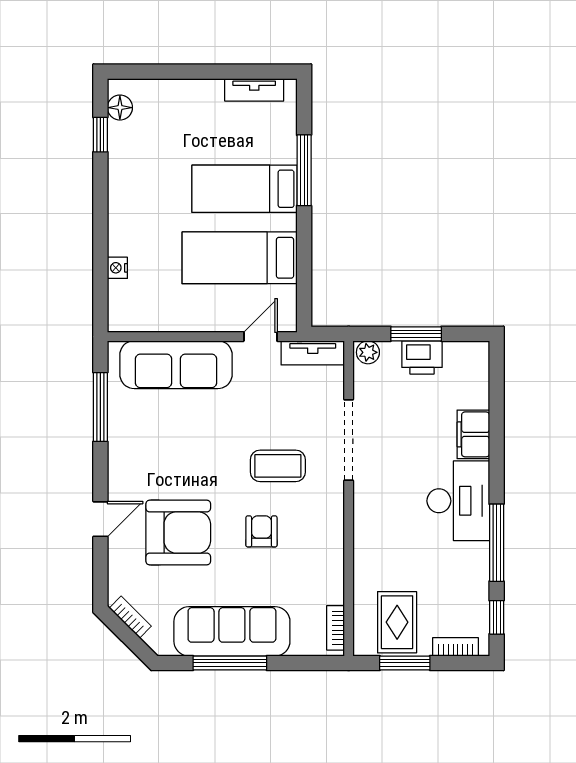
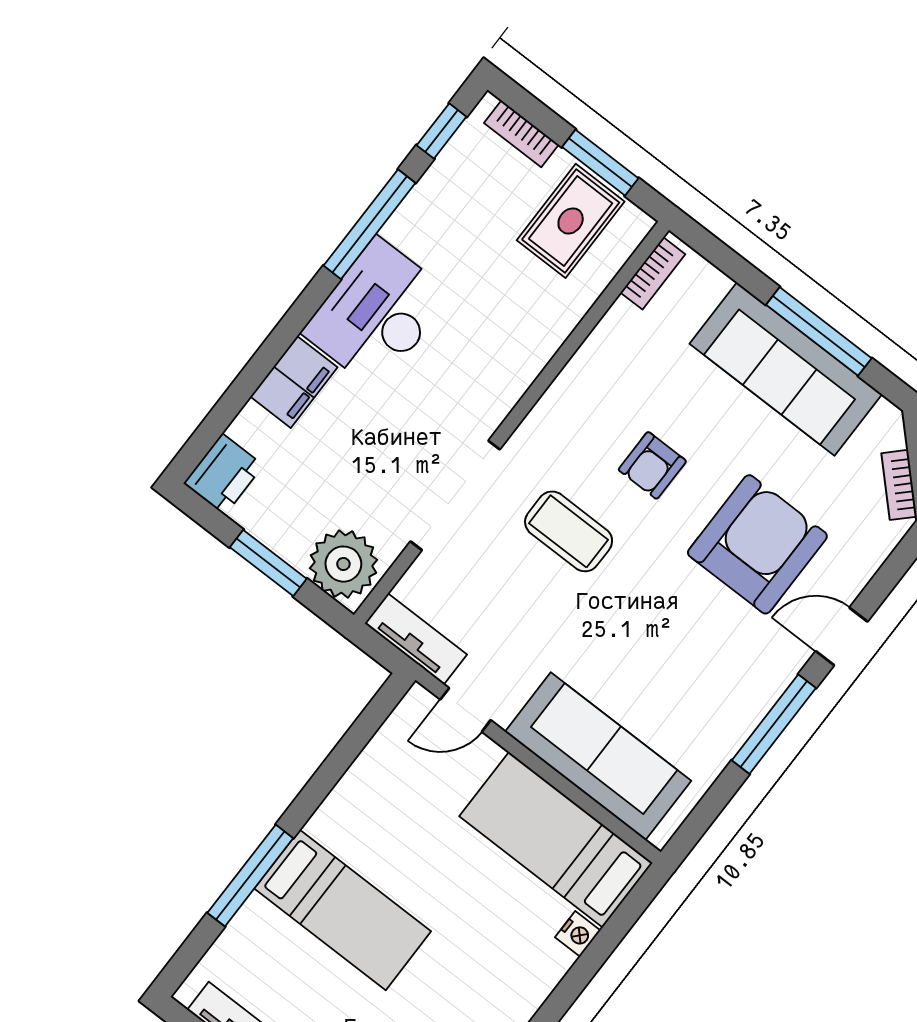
bed: (240, 258) -> (556, 840), moved, turned 180
plant: (368, 352) -> (343, 564), width x1.87, depth x1.87
printer: (422, 357) -> (223, 474), moved, turned 90
window: (100, 407) -> (774, 724), moved
armchair: (178, 533) -> (757, 544), turned 90

